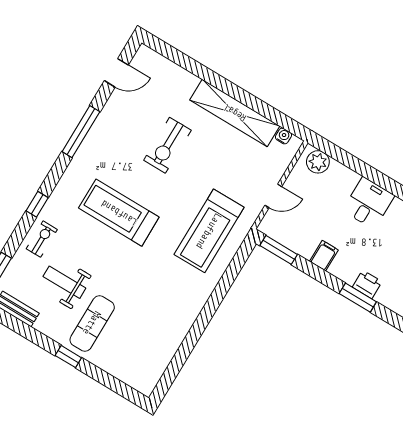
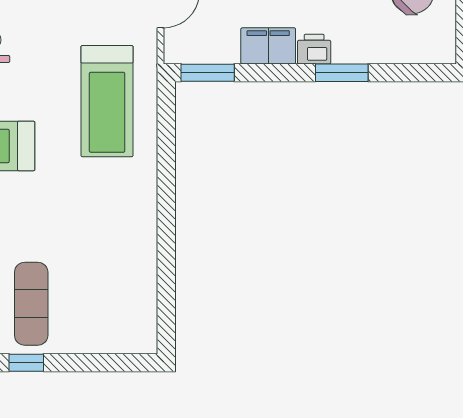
filing cabinet: (324, 256) -> (268, 46), width x2.00
printer: (367, 284) -> (314, 49), moved

